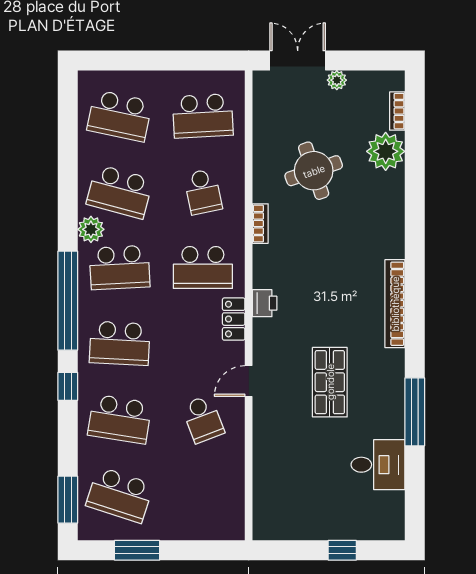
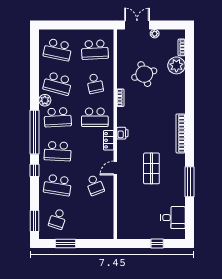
desk: (378, 465) -> (173, 218), moved
school desk: (120, 495) -> (58, 219), width x0.54

